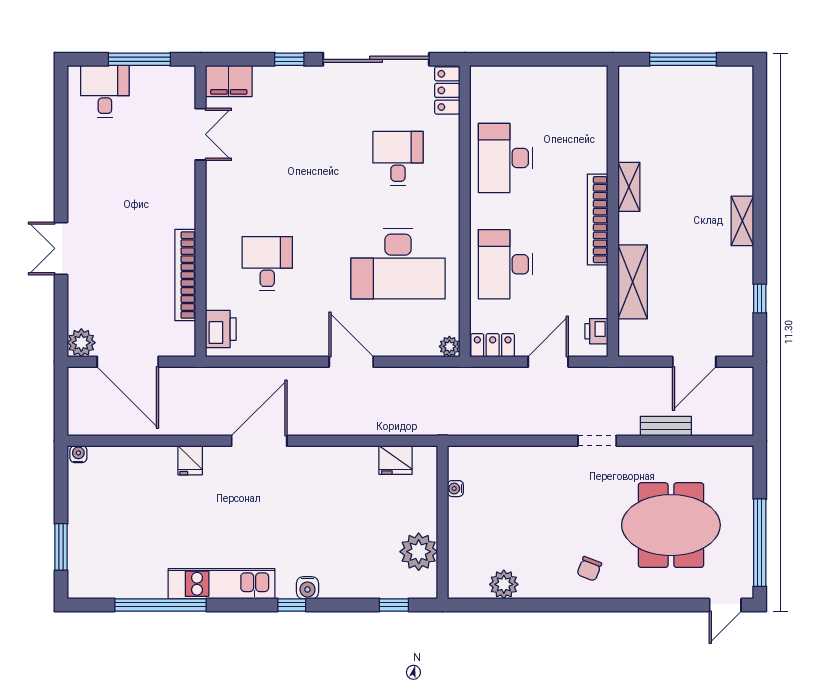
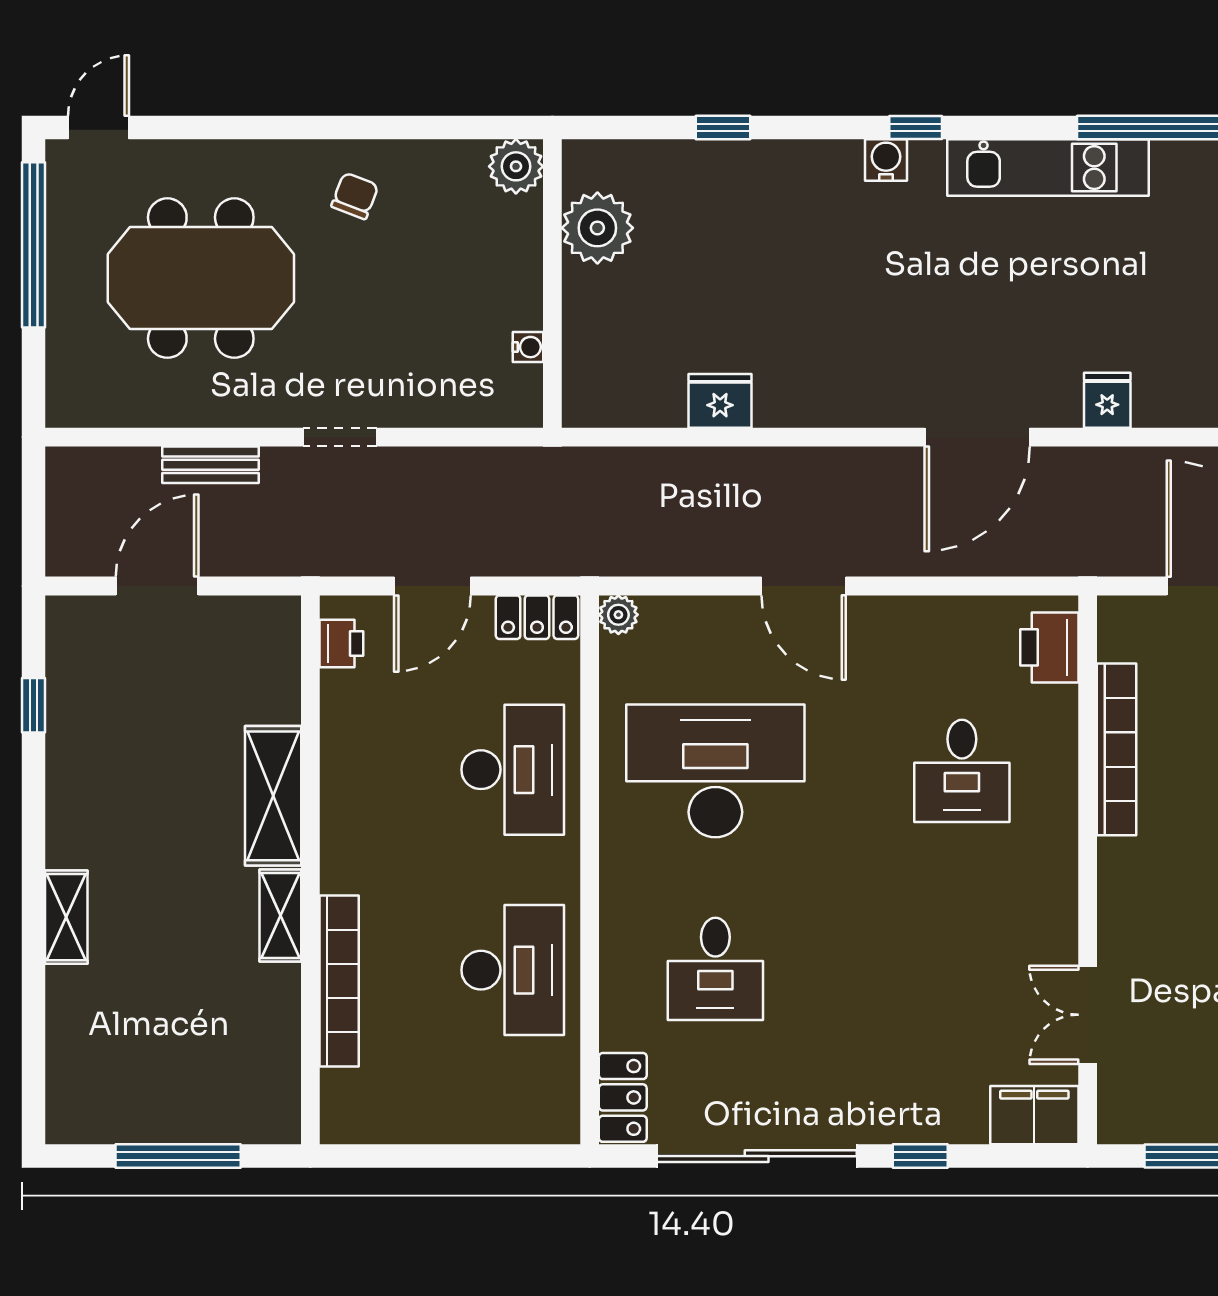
bookcase: (598, 220) -> (339, 981), moved
shelving: (742, 221) -> (66, 917), moved
shelving: (633, 282) -> (273, 796), moved
water cooler: (455, 489) -> (528, 347), moved
wall: (442, 522) -> (552, 283), moved
plant: (419, 552) -> (597, 228), moved

